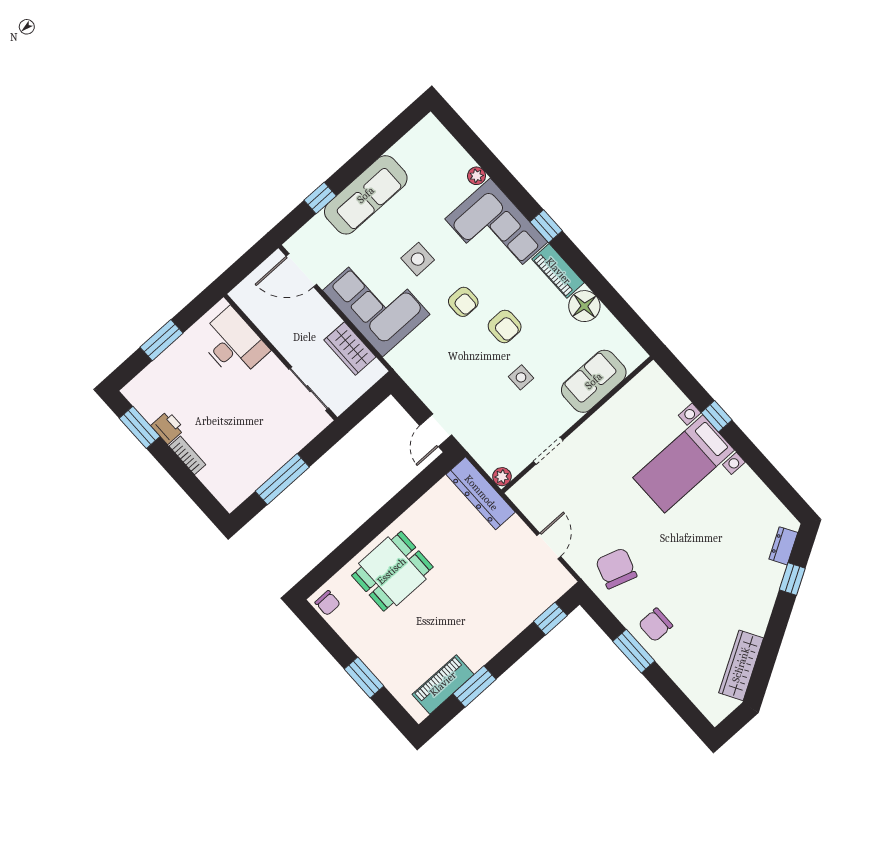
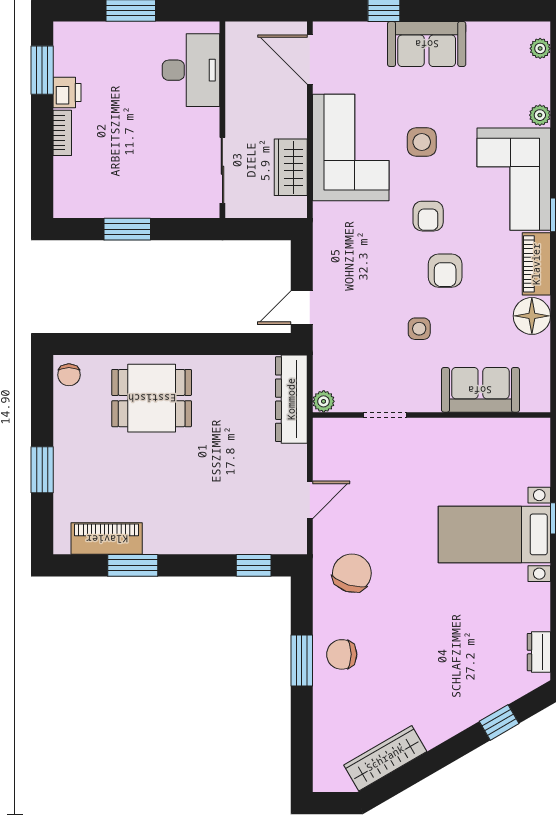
plant: (439, 134) -> (540, 48), added
sofa: (366, 195) -> (427, 44), width x0.73
window: (282, 479) -> (127, 229), width x0.69
dresser: (783, 546) -> (539, 652), moved, turned -60

